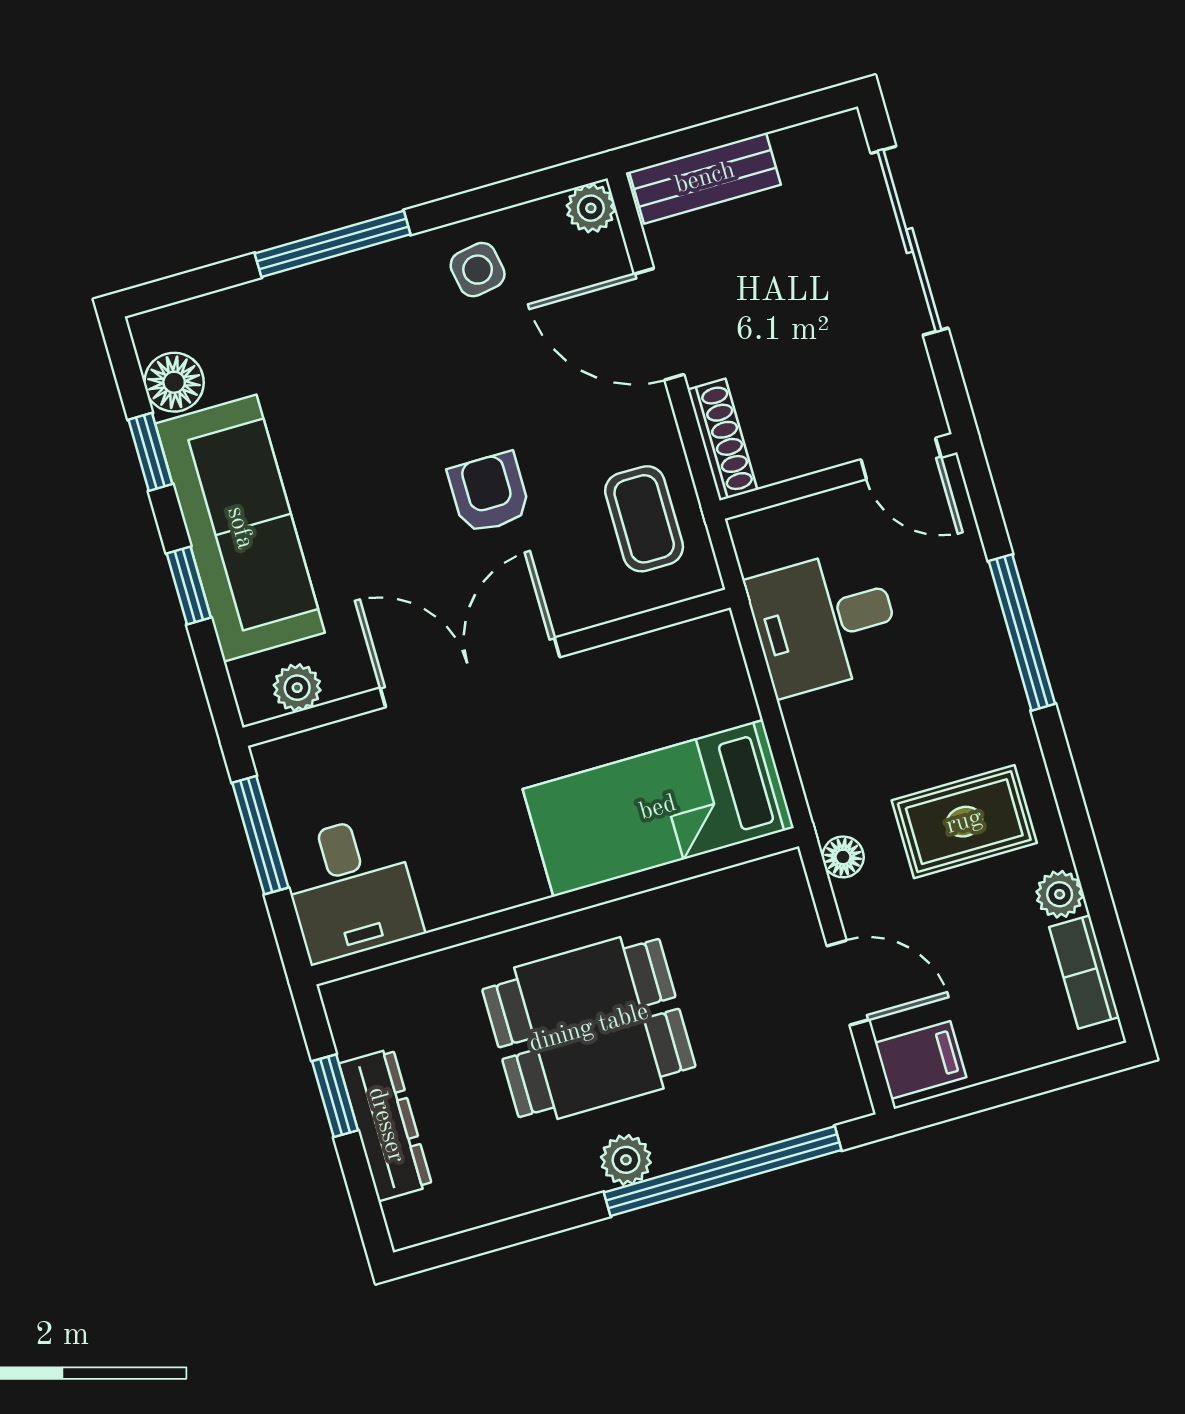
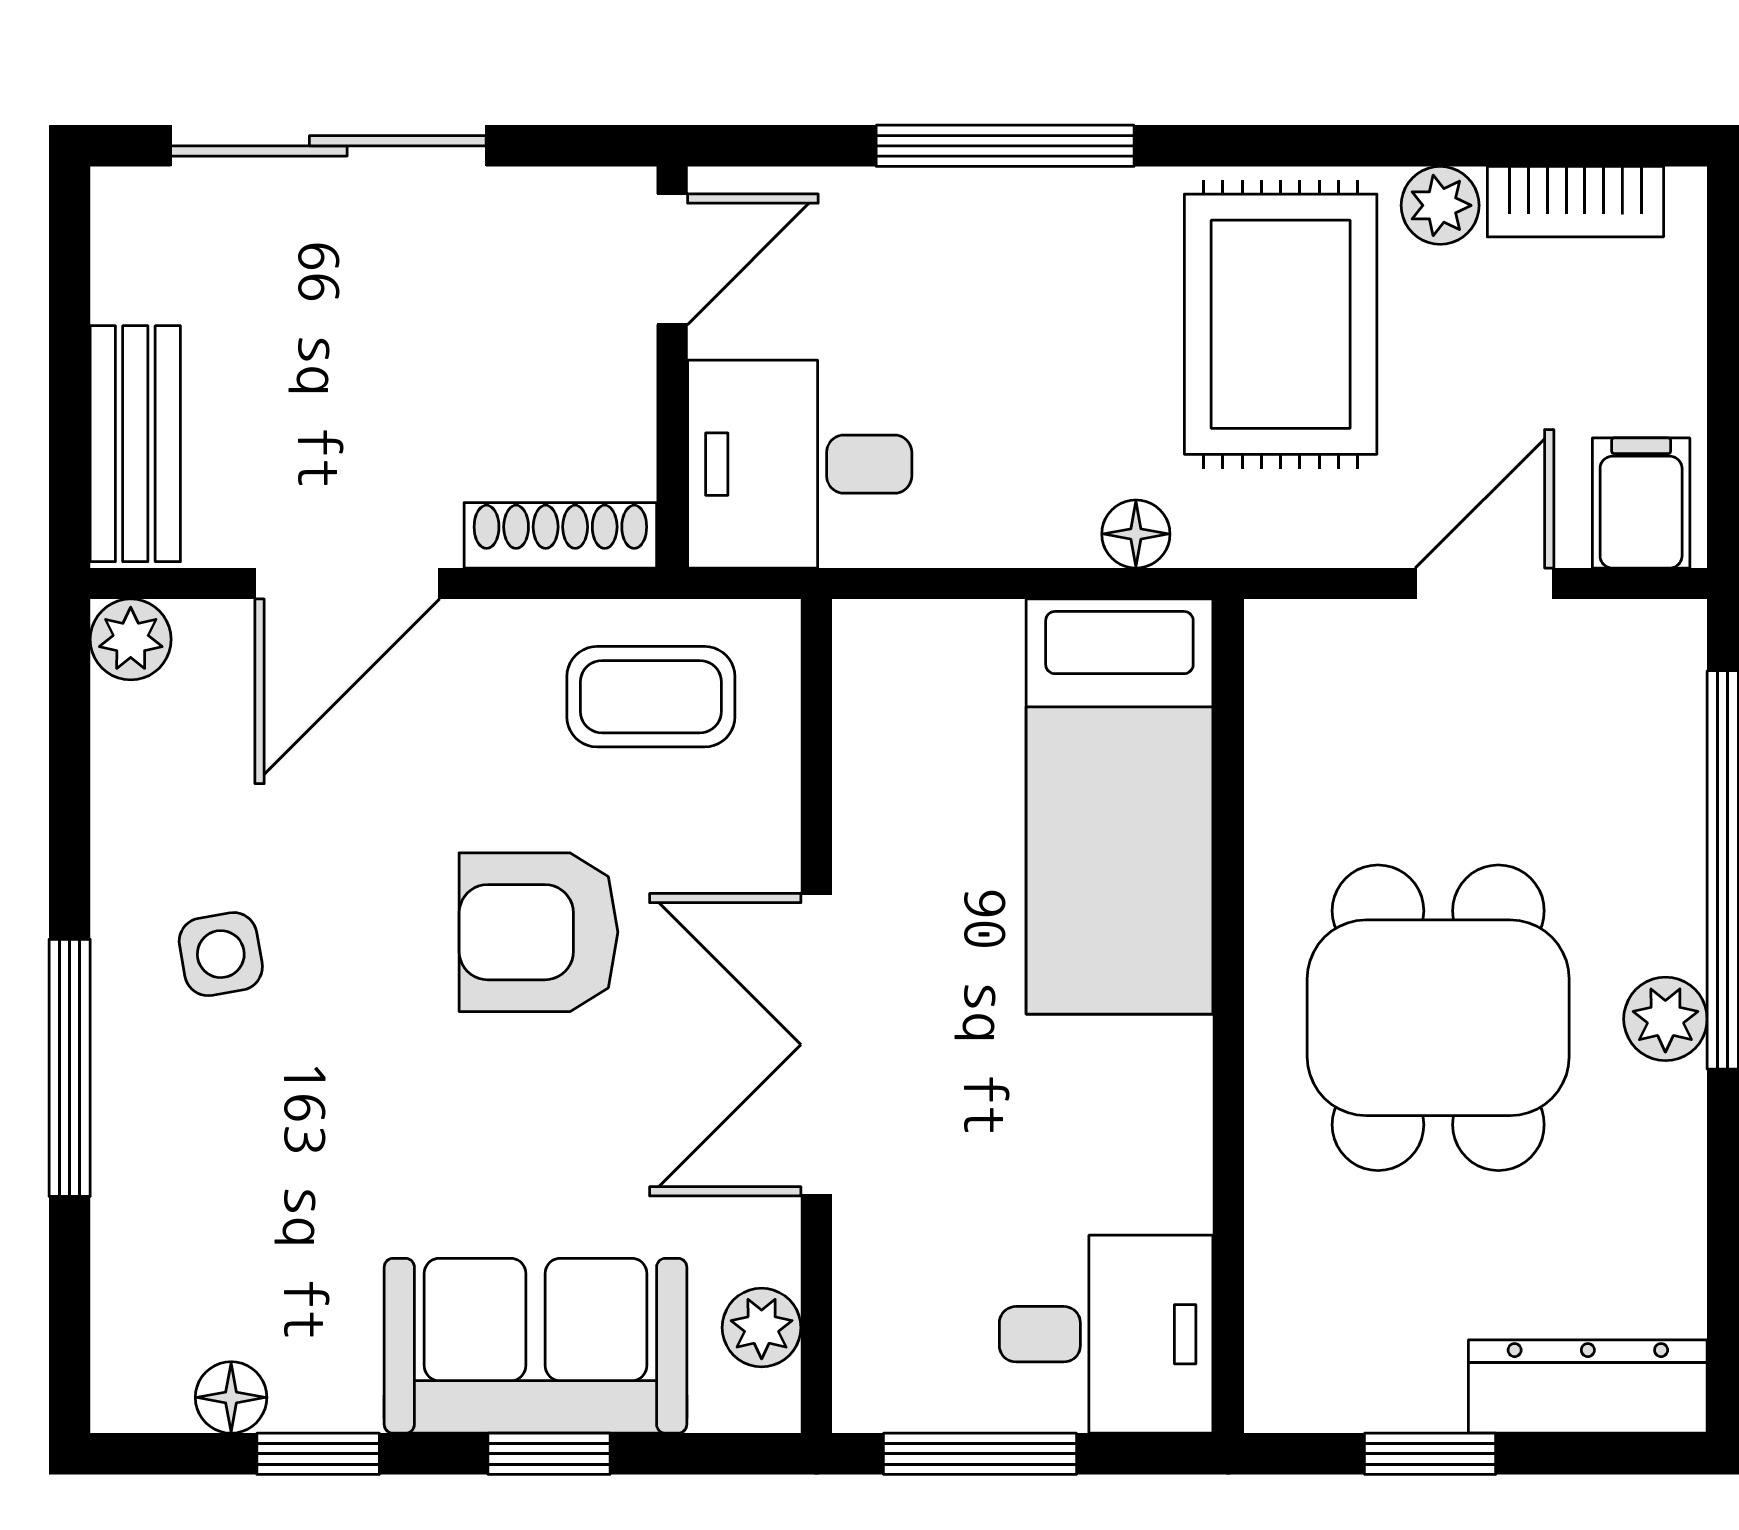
side table: (478, 270) -> (221, 954), moved
floor lamp: (174, 382) -> (231, 1397), width x0.73, depth x0.73
armchair: (489, 493) -> (538, 932), width x1.38, depth x1.38
sofa: (240, 528) -> (535, 1346), width x0.73
desk: (824, 622) -> (800, 464), moved, turned 90
rug: (964, 822) -> (1281, 324), width x1.36, depth x1.43
floor lamp: (843, 857) -> (1136, 534), moved
dresser: (386, 1125) -> (1588, 1387), moved

